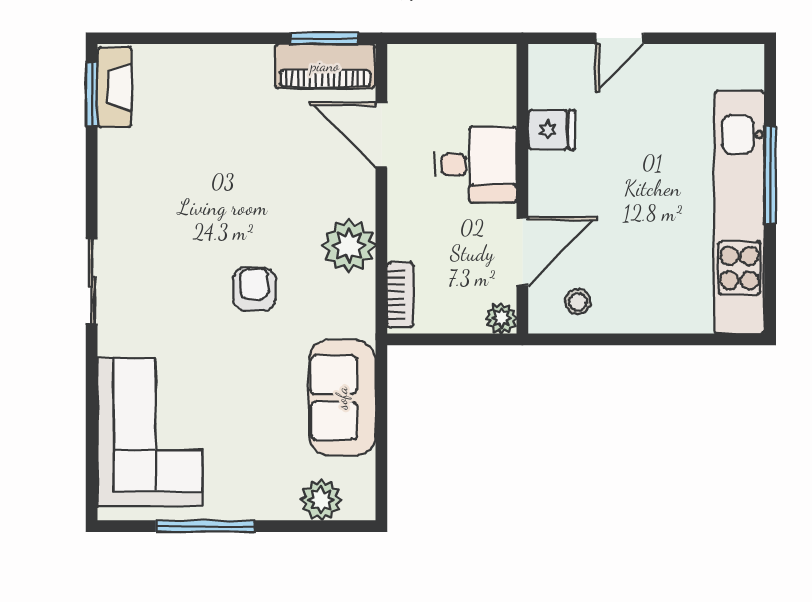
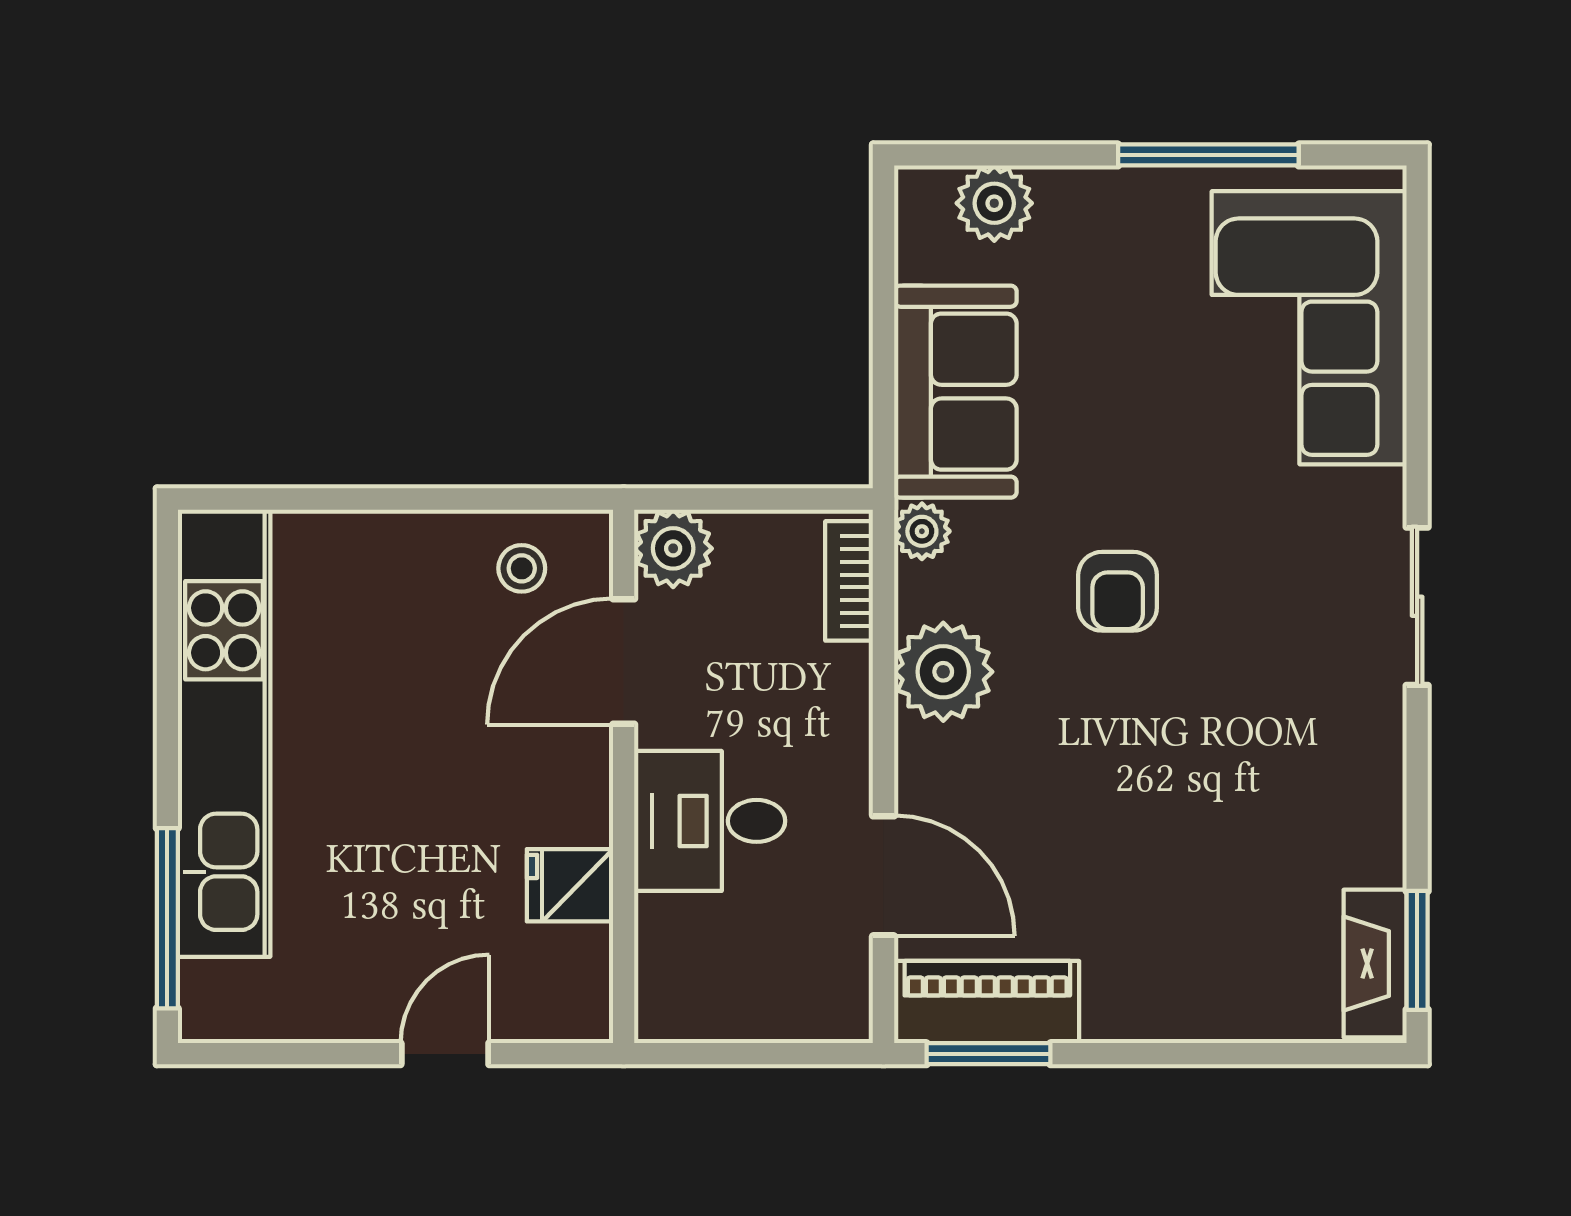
window: (770, 175) -> (167, 918), moved
plant: (501, 318) -> (673, 548), width x1.38, depth x1.38
plant: (361, 322) -> (922, 531), added

